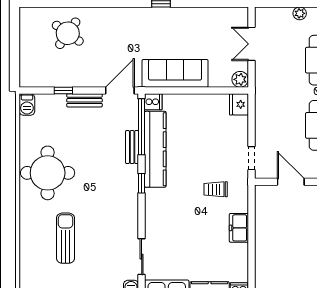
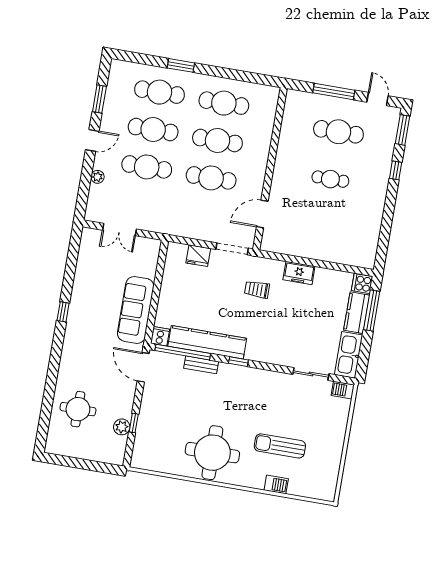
round table: (68, 33) -> (78, 409), turned -35
plant: (240, 79) -> (122, 427), moved
bench: (84, 100) -> (147, 404), removed
barbecue: (27, 104) -> (276, 484), moved
fridge: (239, 104) -> (198, 256), moved
doorway: (251, 158) -> (232, 249), width x1.38
trolley: (216, 189) -> (257, 289), turned 90

